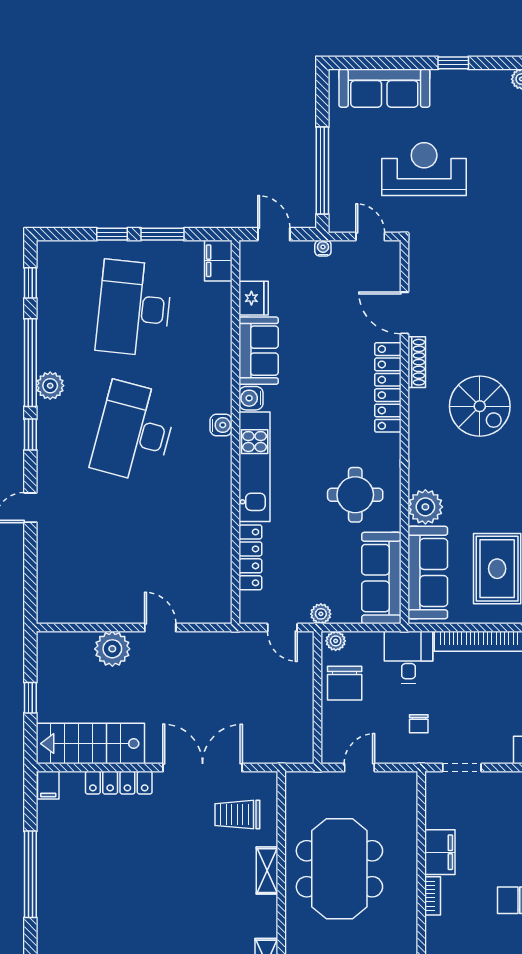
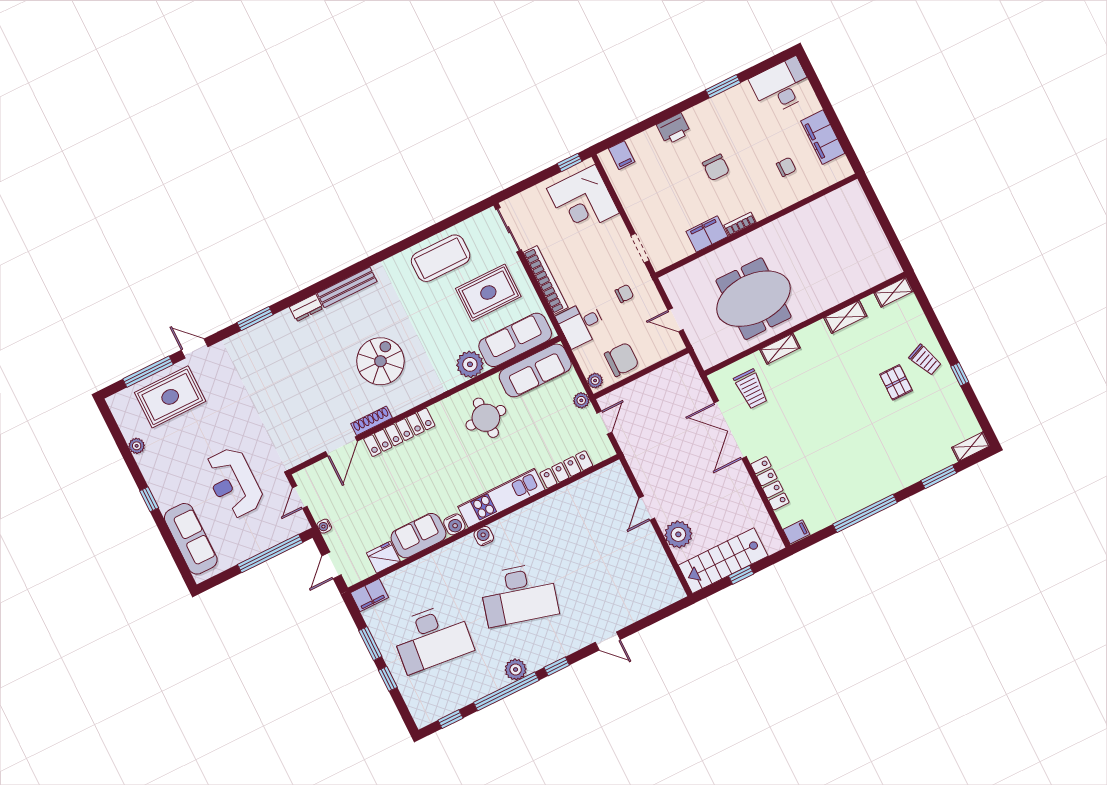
stairs: (90, 744) -> (723, 561), moved, turned 90

